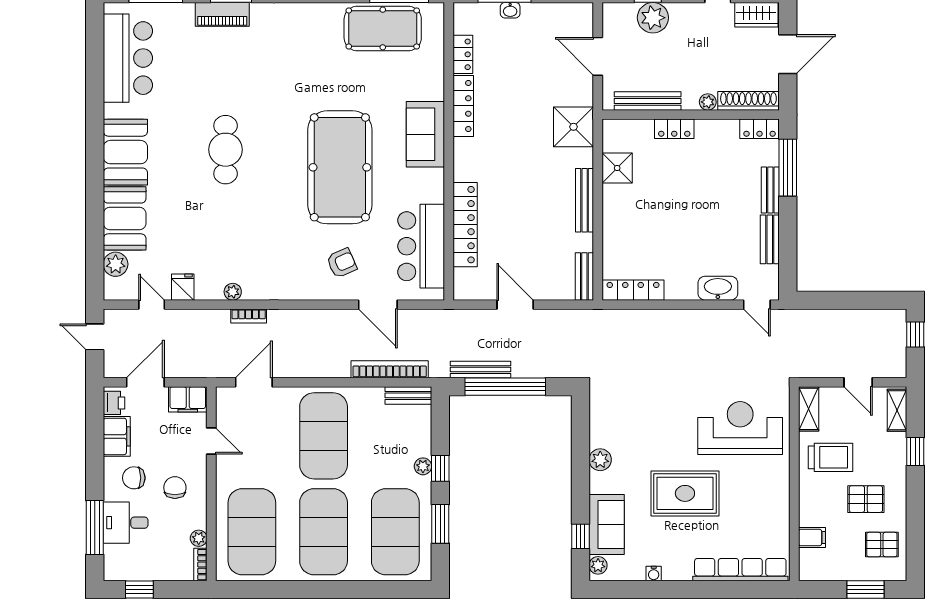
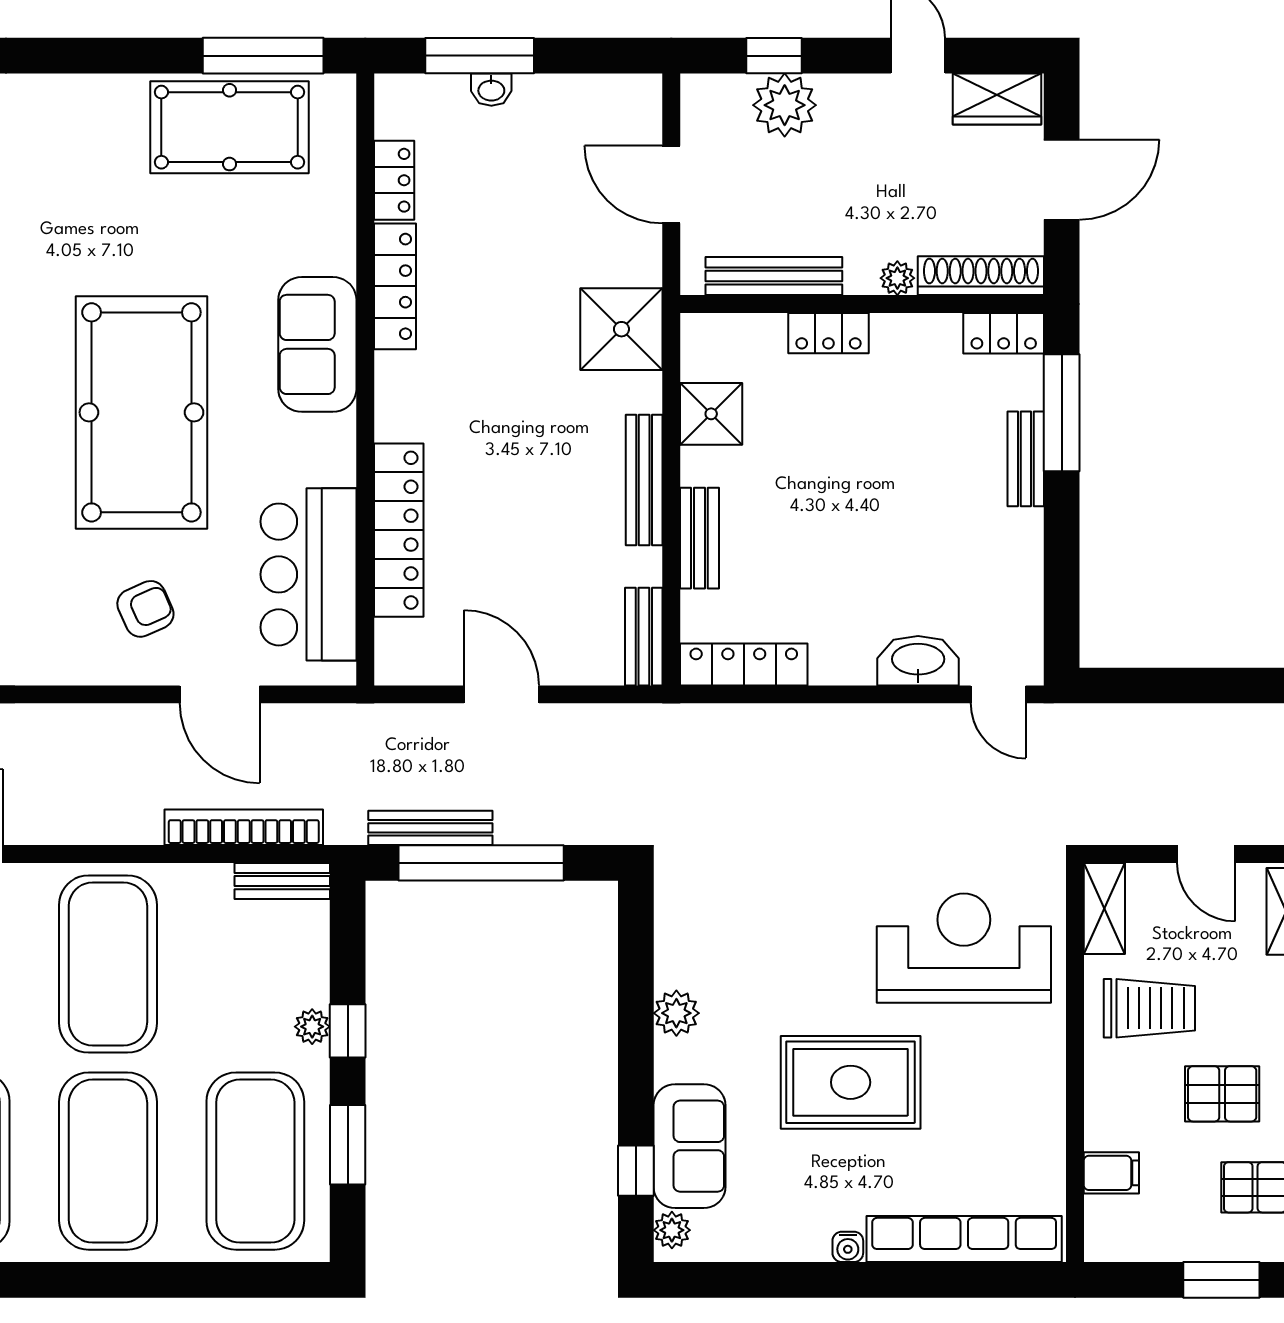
bench: (770, 239) -> (699, 538), moved
water cooler: (654, 574) -> (848, 1247), moved

